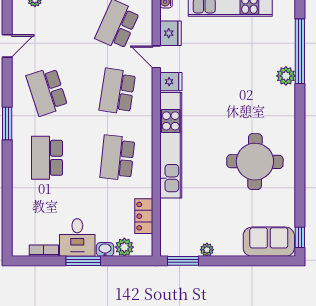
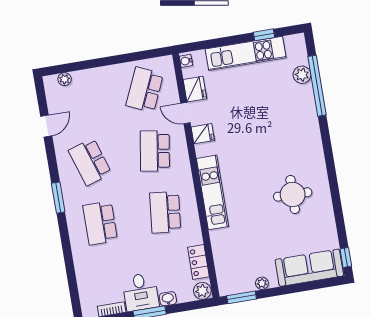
plant: (286, 76) -> (302, 75), moved
kitchen unit: (171, 145) -> (212, 192), width x0.73
round table: (255, 162) -> (293, 194), width x0.73, depth x0.73
sofa: (269, 242) -> (309, 268), width x1.36
plant: (124, 247) -> (202, 291), moved

